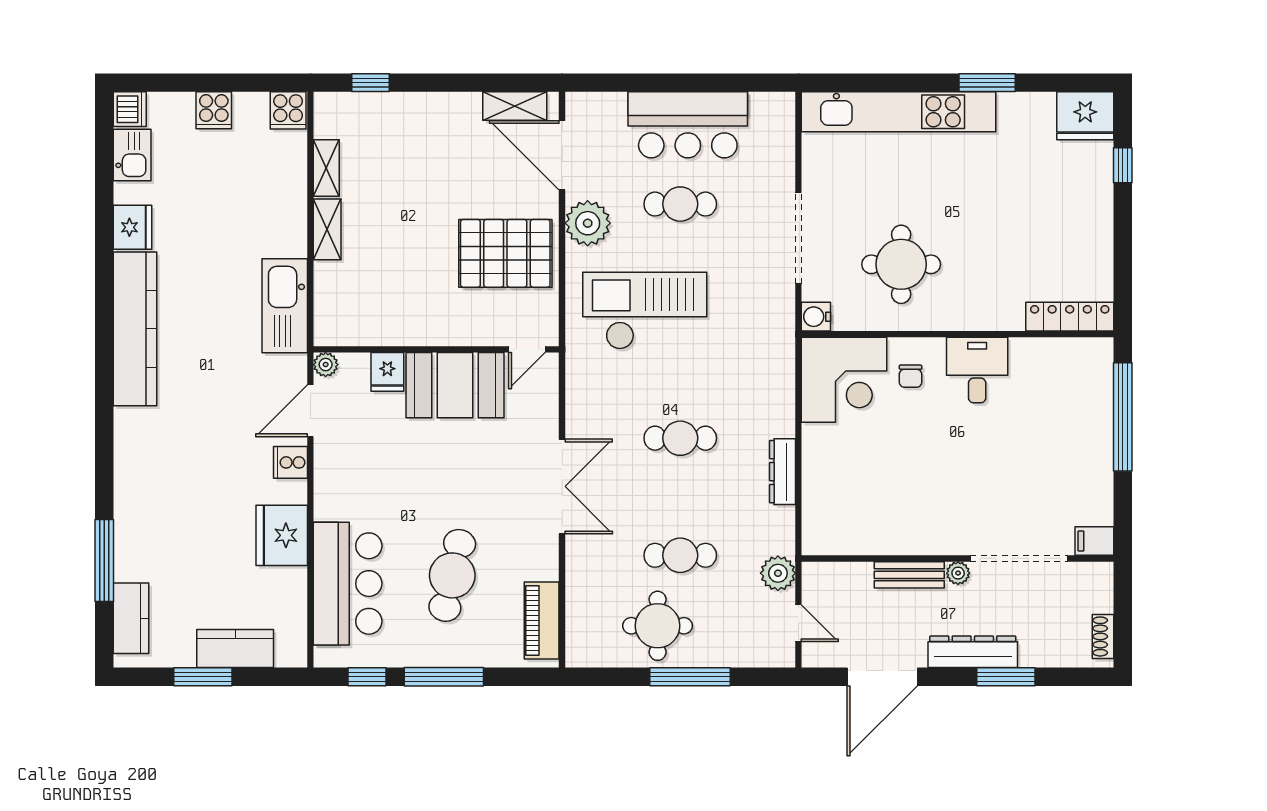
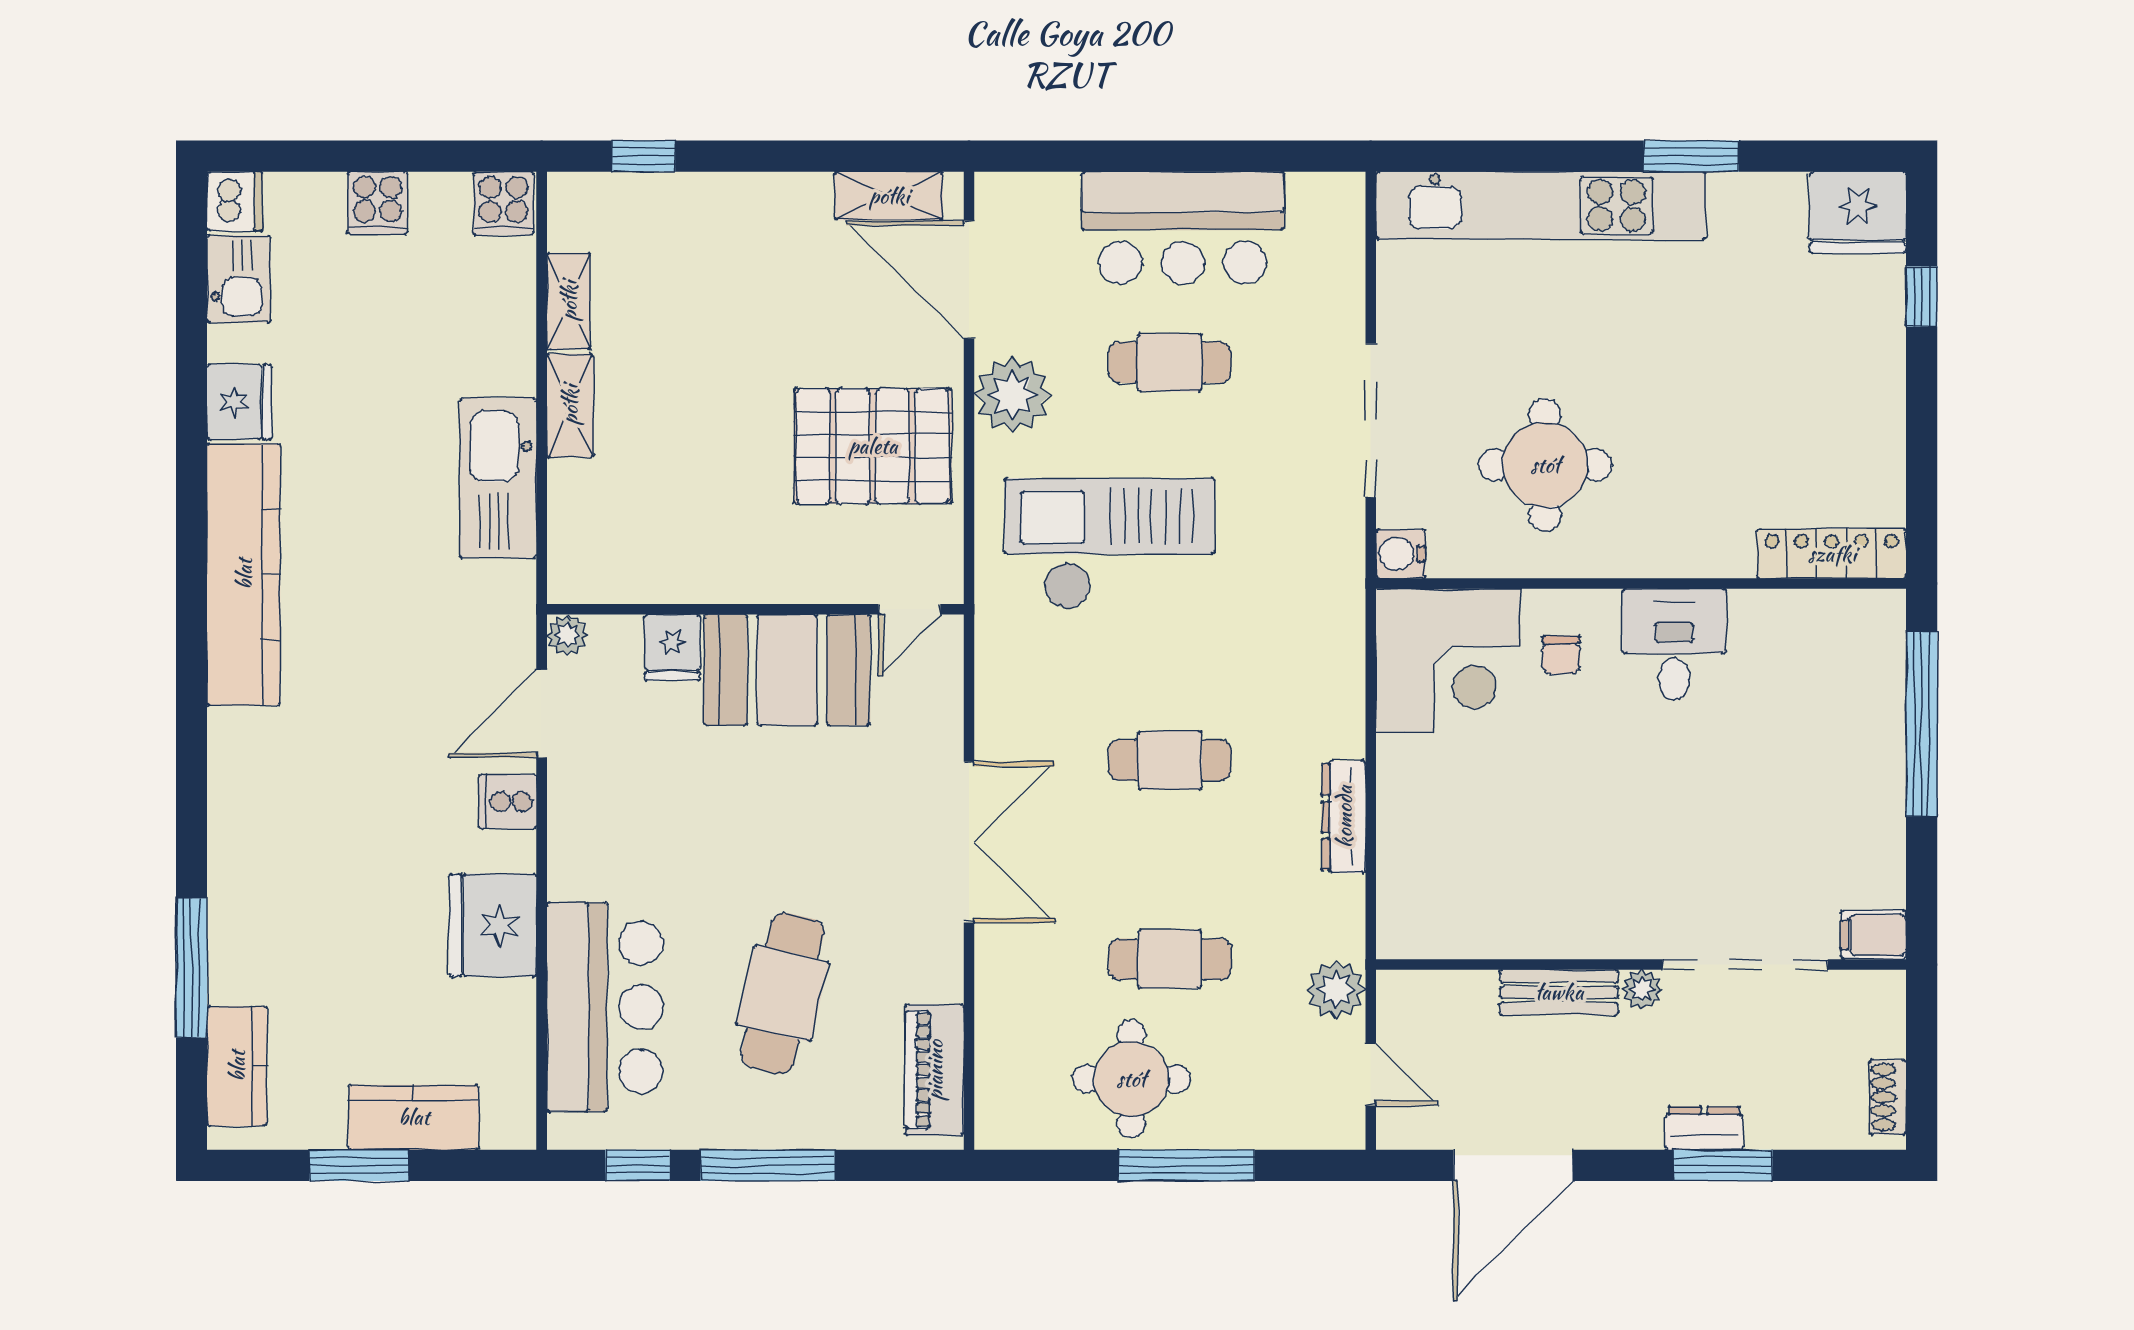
kitchen sink: (285, 306) -> (498, 478), moved
dresser: (973, 652) -> (1704, 1128), width x0.51, depth x0.80

